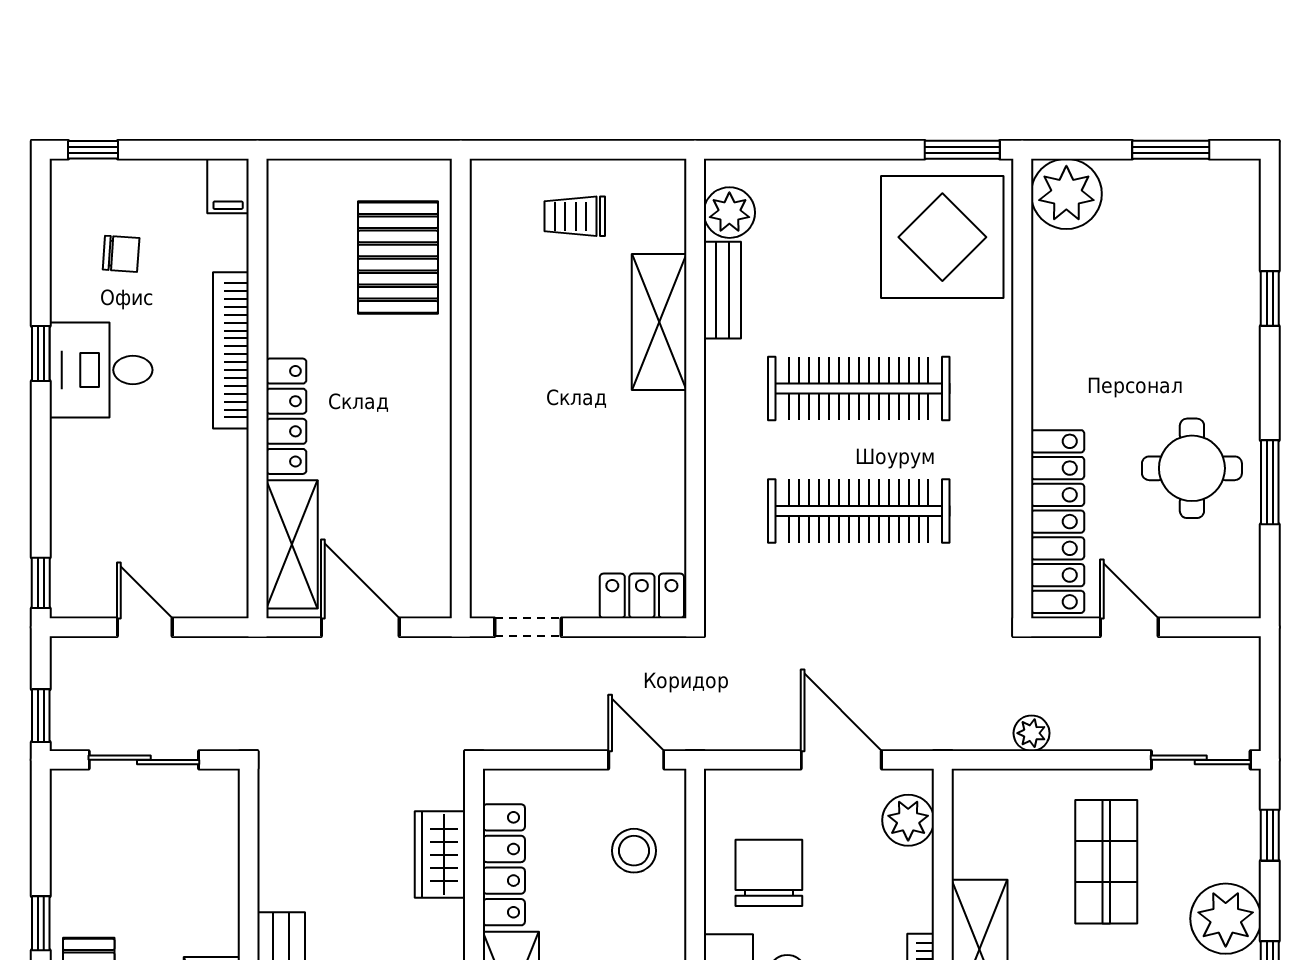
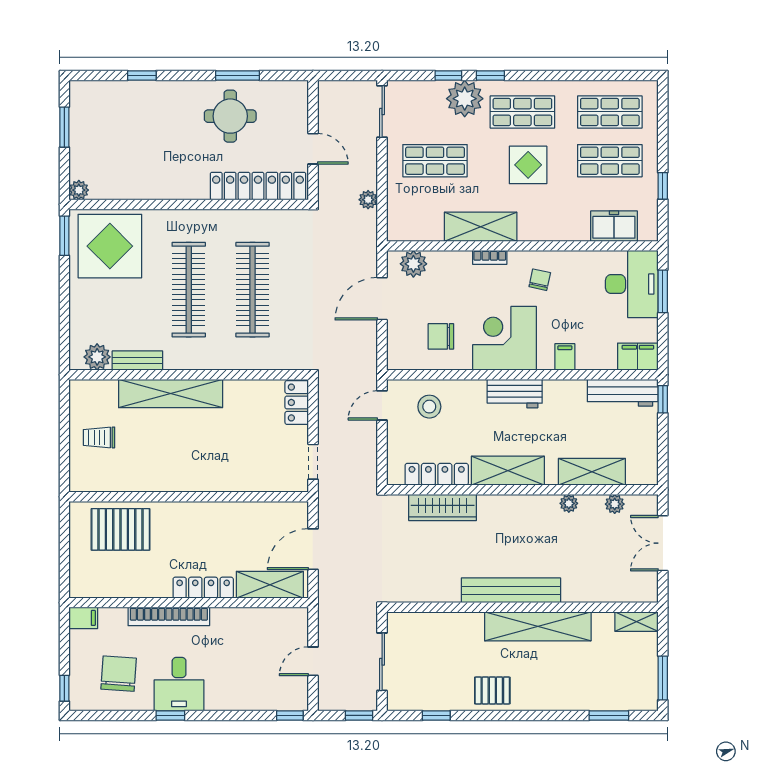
plant: (1066, 194) -> (79, 190), width x0.53, depth x0.53
trolley: (575, 216) -> (99, 437), turned 90
chair: (121, 254) -> (119, 674), width x1.87, depth x1.87
shelving: (659, 322) -> (171, 394), width x1.47
door: (1129, 627) -> (313, 149), swing flipped
window: (1270, 835) -> (448, 76), moved
wardrobe: (440, 855) -> (443, 508), width x1.50
chair: (769, 873) -> (441, 336), width x0.73, depth x0.73
window: (41, 923) -> (436, 715), moved

